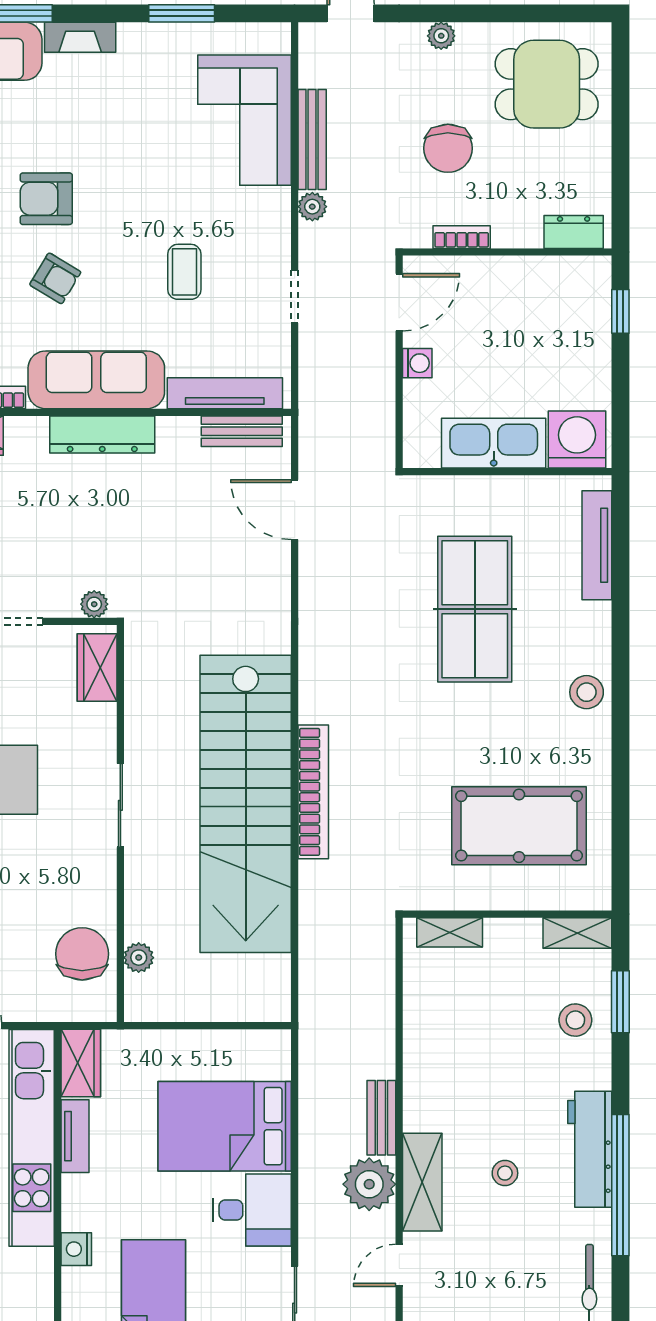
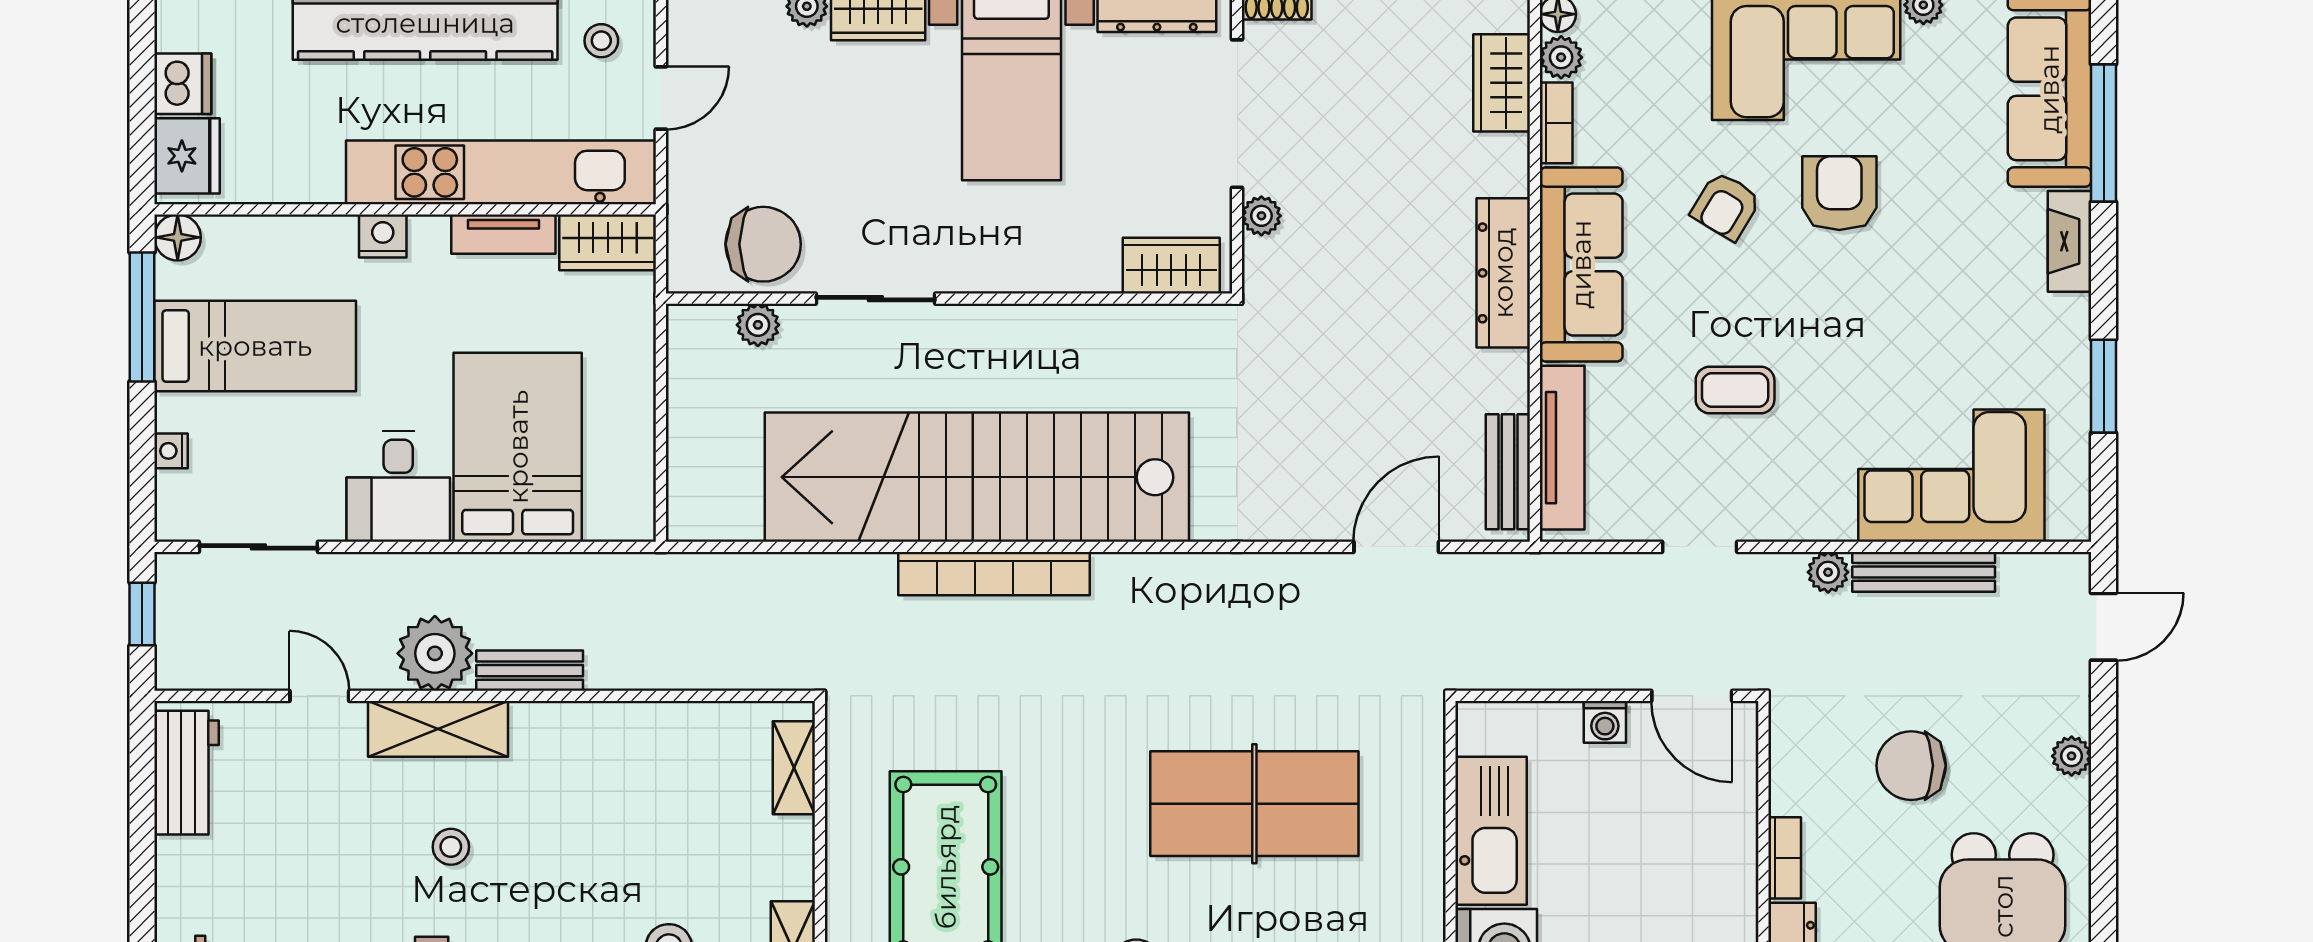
bookcase: (462, 237) -> (1785, 858), moved
plant: (94, 604) -> (1261, 216), moved
sliding door: (120, 805) -> (875, 299), moved
nightstand: (76, 1249) -> (383, 236), moved

